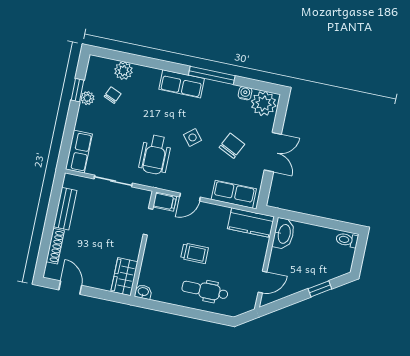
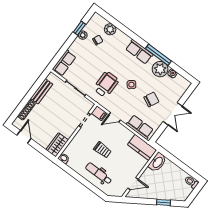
plant: (264, 104) -> (160, 69), moved
wheelchair: (155, 155) -> (106, 84), turned 180

